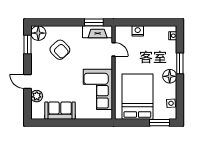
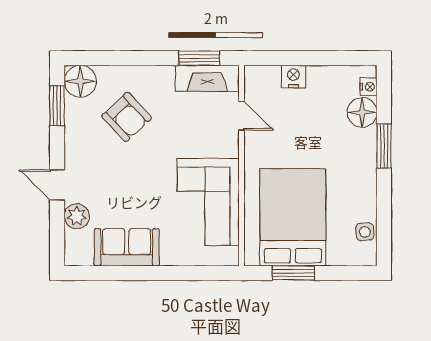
floor lamp: (170, 76) -> (362, 112), moved
window: (160, 123) -> (293, 273), moved

